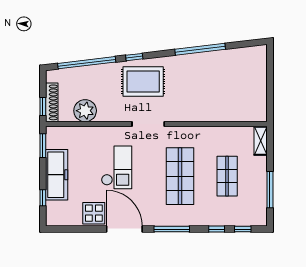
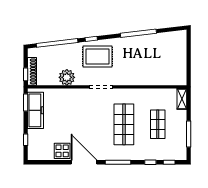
plant: (85, 111) -> (67, 77), moved
checkout: (117, 167) -> (78, 118), removed
freezer: (57, 175) -> (35, 110), moved

